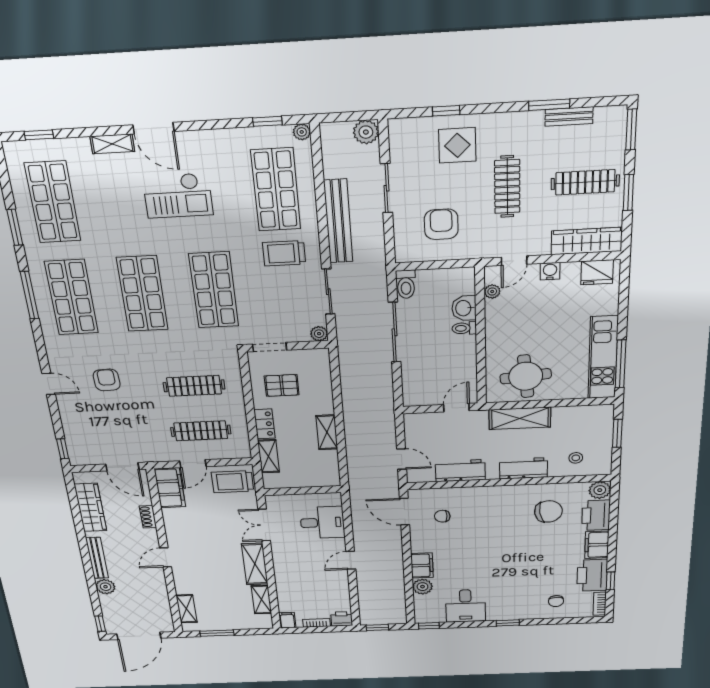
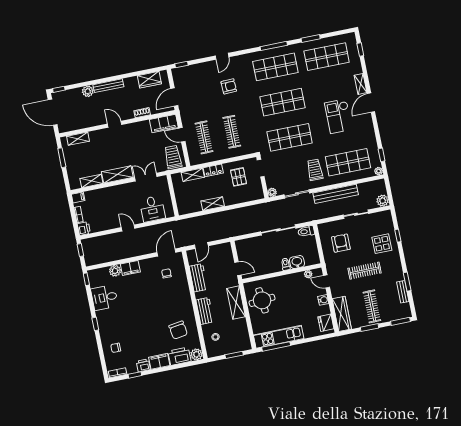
armchair: (441, 224) -> (341, 243), turned -90
wardrobe: (90, 507) -> (149, 80), width x0.67
printer: (592, 575) -> (143, 365), width x0.53, depth x0.68

